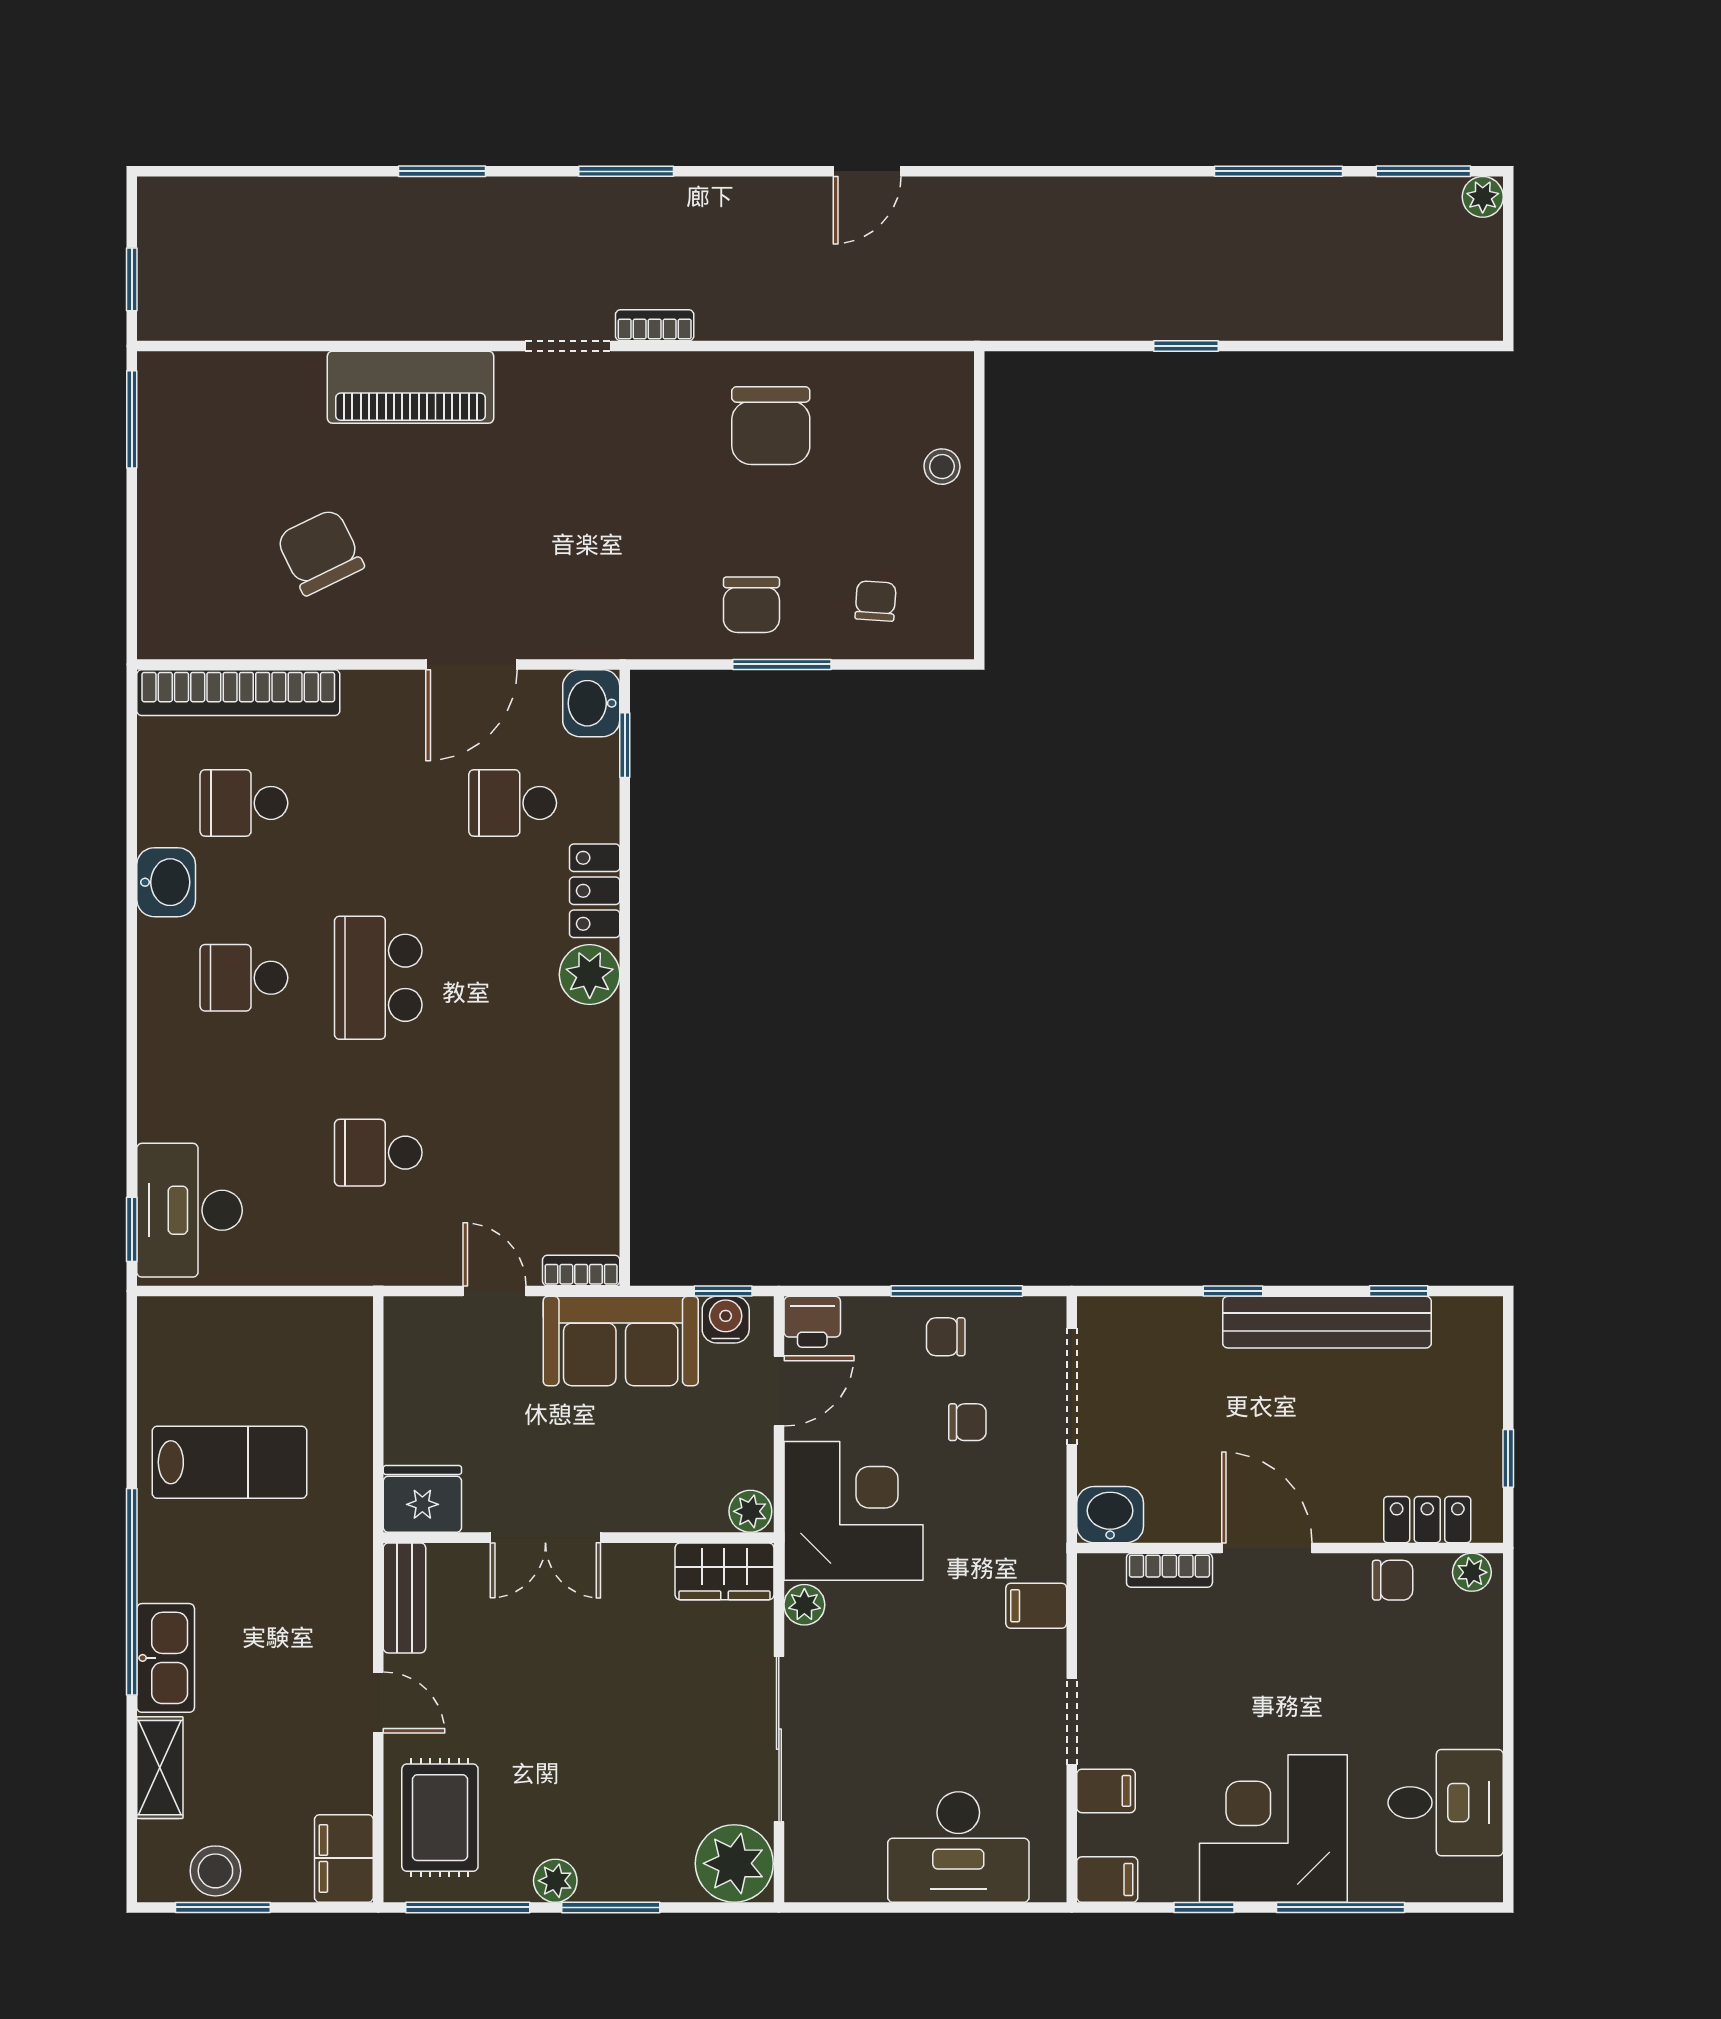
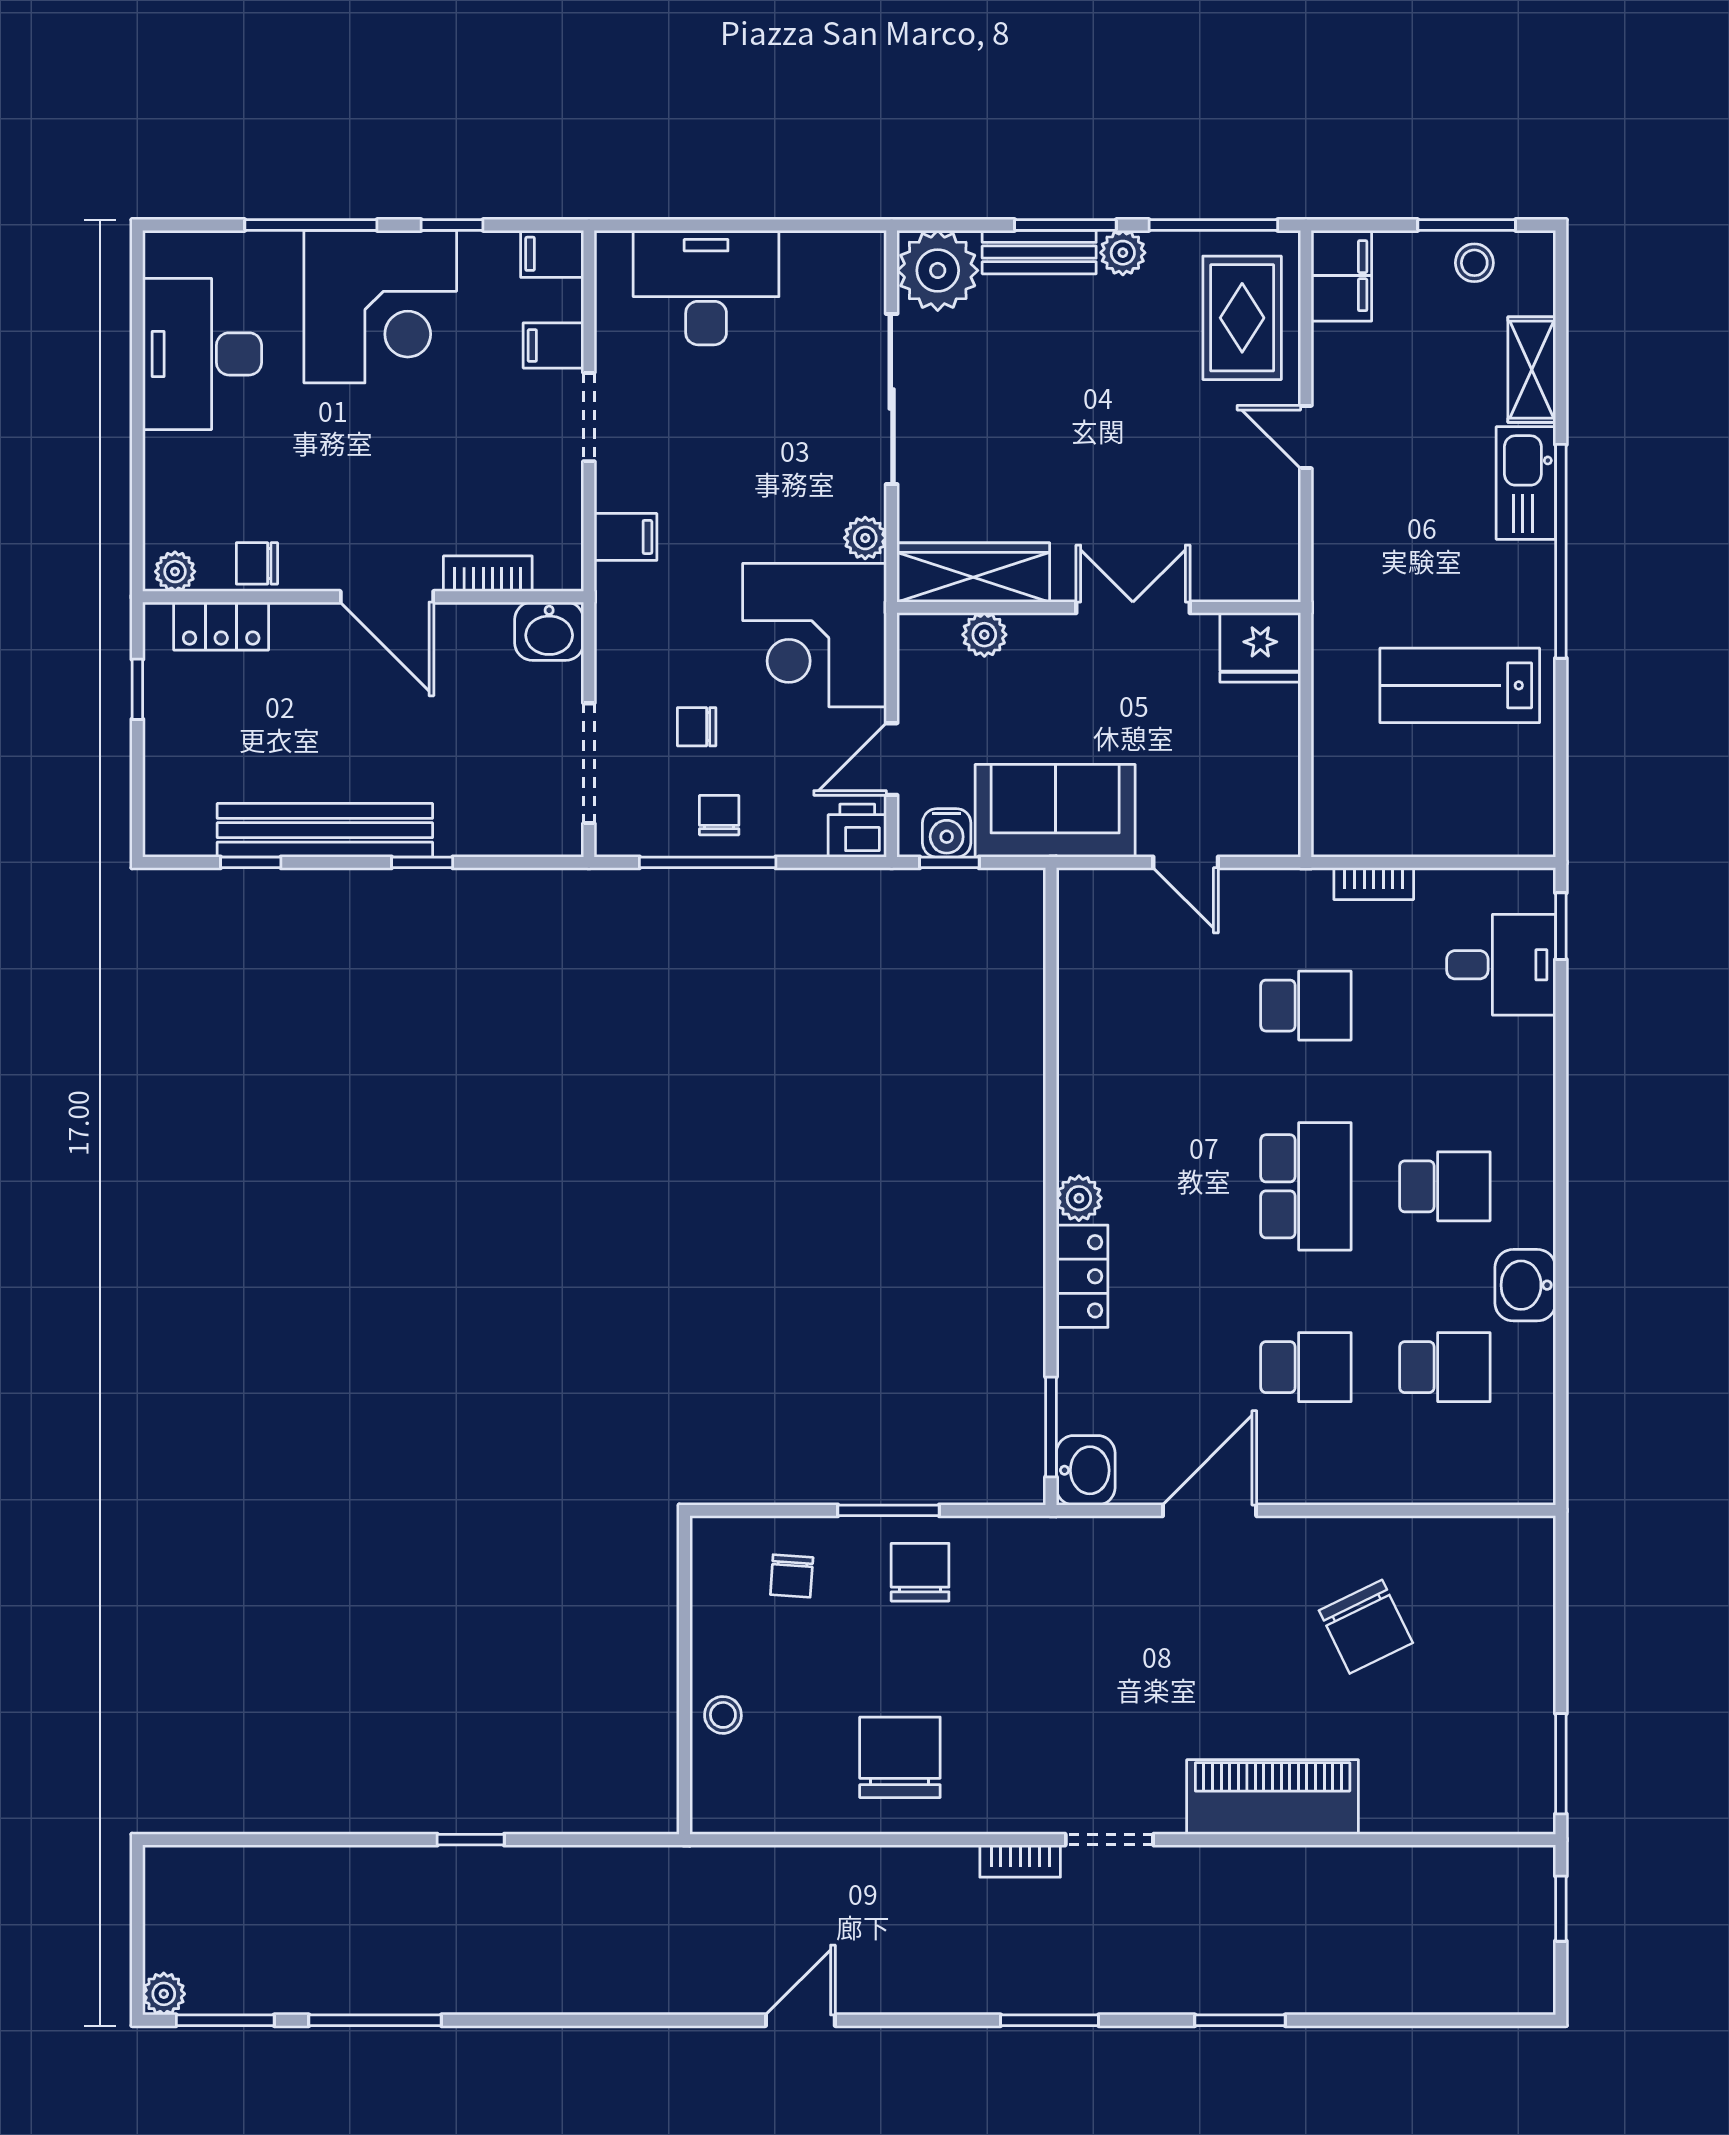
bookcase: (238, 693) -> (1451, 1481), removed
window: (625, 745) -> (1051, 1427), width x1.50
school desk: (513, 803) -> (1306, 1367), moved
plant: (590, 975) -> (1079, 1198), width x0.73, depth x0.73
desk: (189, 1210) -> (1501, 965), width x0.73
bookcase: (581, 1271) -> (1374, 884), moved
chair: (946, 1337) -> (719, 815), turned -90
plant: (750, 1511) -> (984, 635), moved
wardrobe: (724, 1571) -> (973, 573), width x1.50
bench: (404, 1598) -> (1039, 252), moved, turned 90
desk: (1446, 1803) -> (202, 354), width x1.37
stool: (215, 1871) -> (1474, 263), width x0.73, depth x0.73

